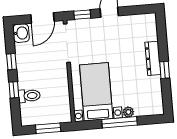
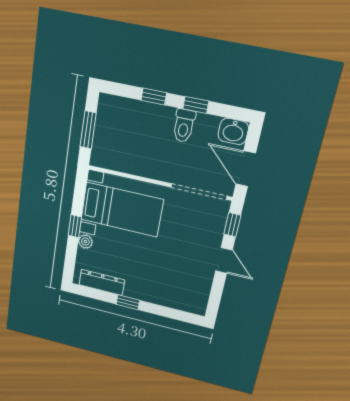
dresser: (153, 58) -> (102, 282), moved
toilet: (29, 96) -> (184, 126), moved
window: (119, 122) -> (75, 226), width x0.46

